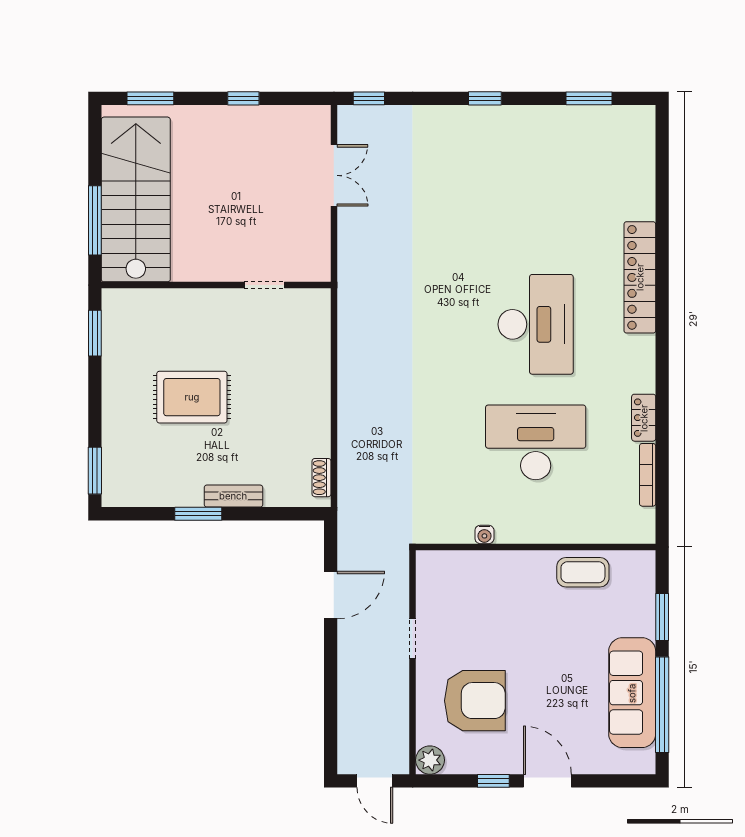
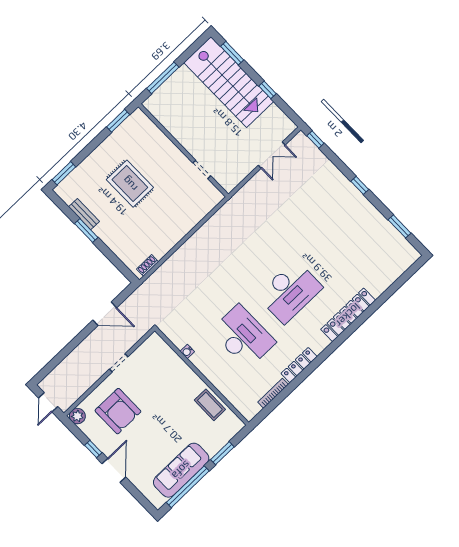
stairs: (136, 199) -> (229, 82), moved, turned 90
locker: (644, 418) -> (299, 365), width x1.53
bench: (233, 496) -> (84, 214), moved

